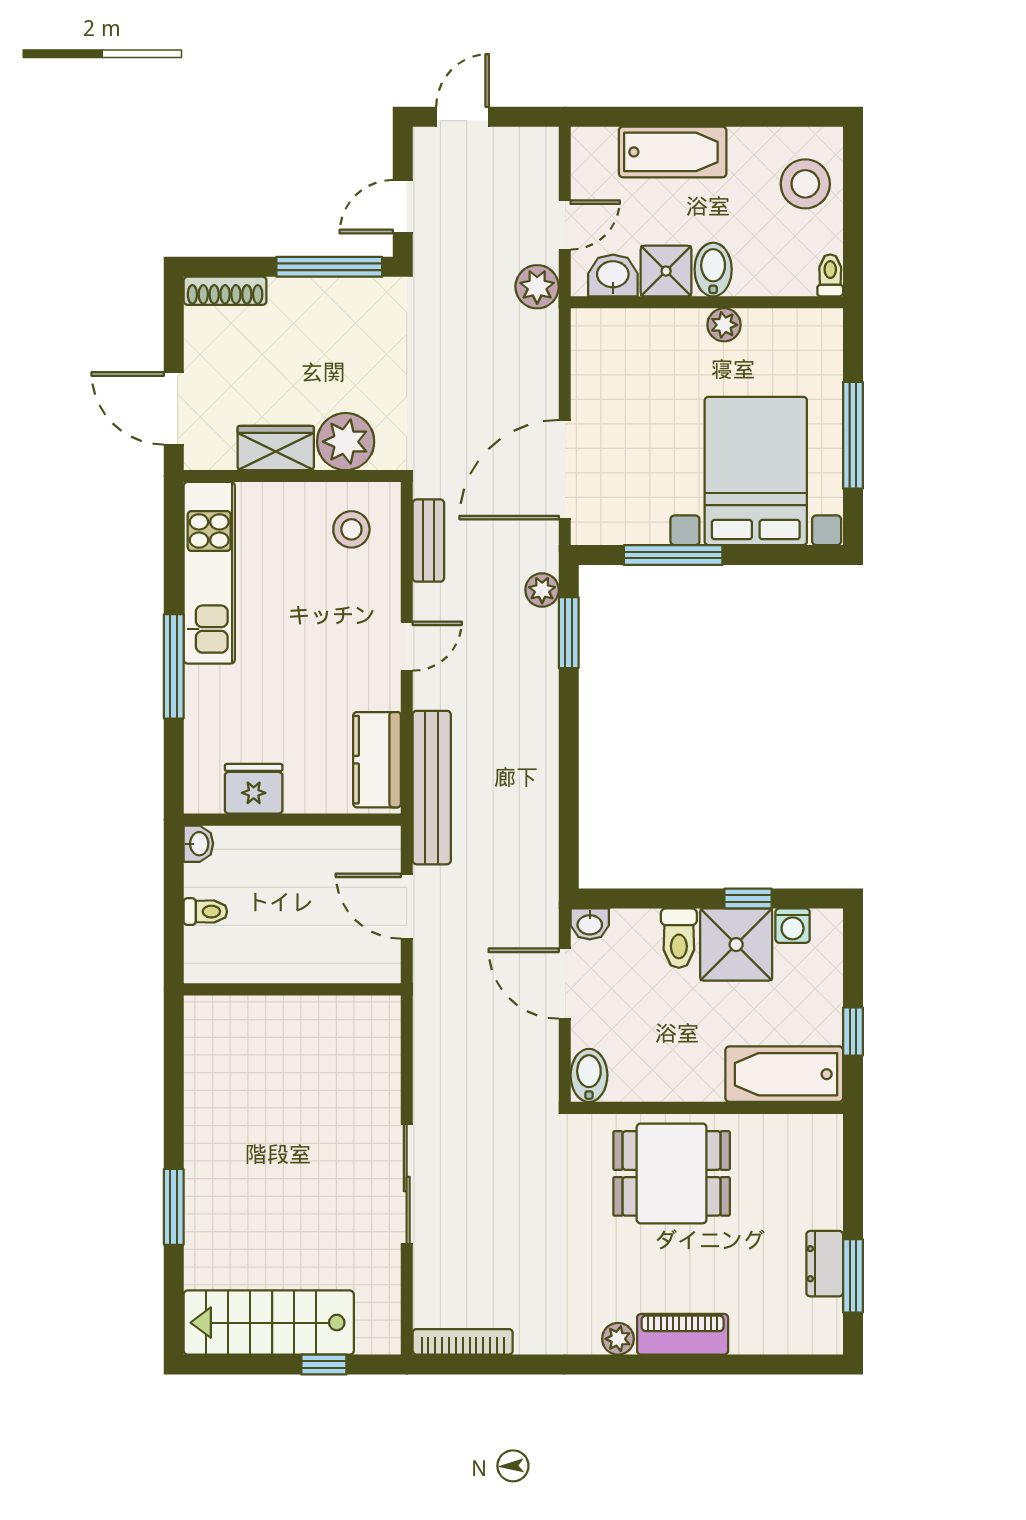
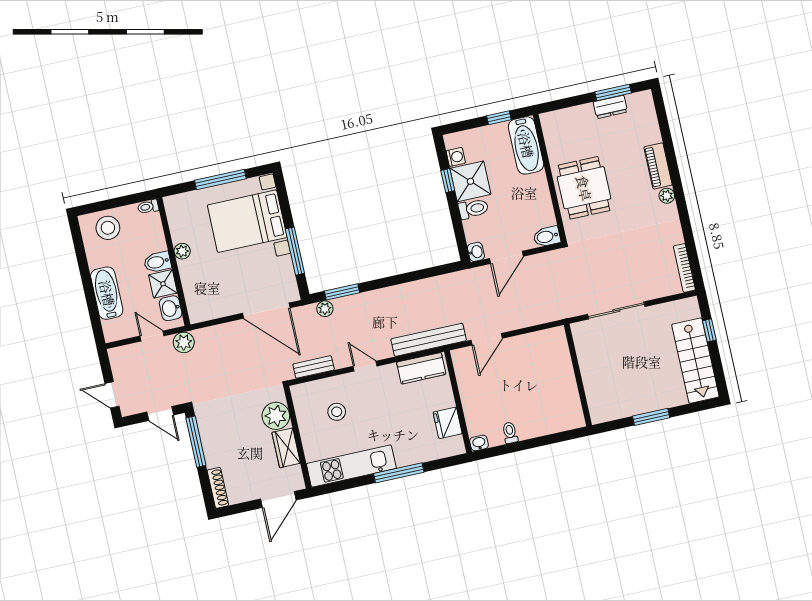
stool: (351, 529) -> (337, 412), moved
wall: (292, 989) -> (578, 375), moved

